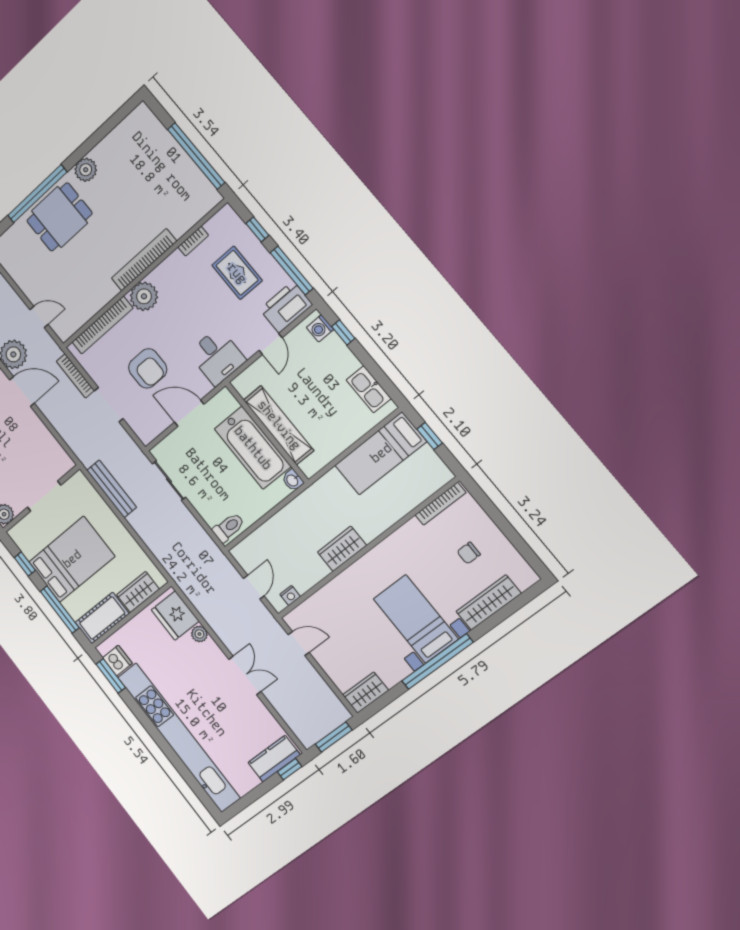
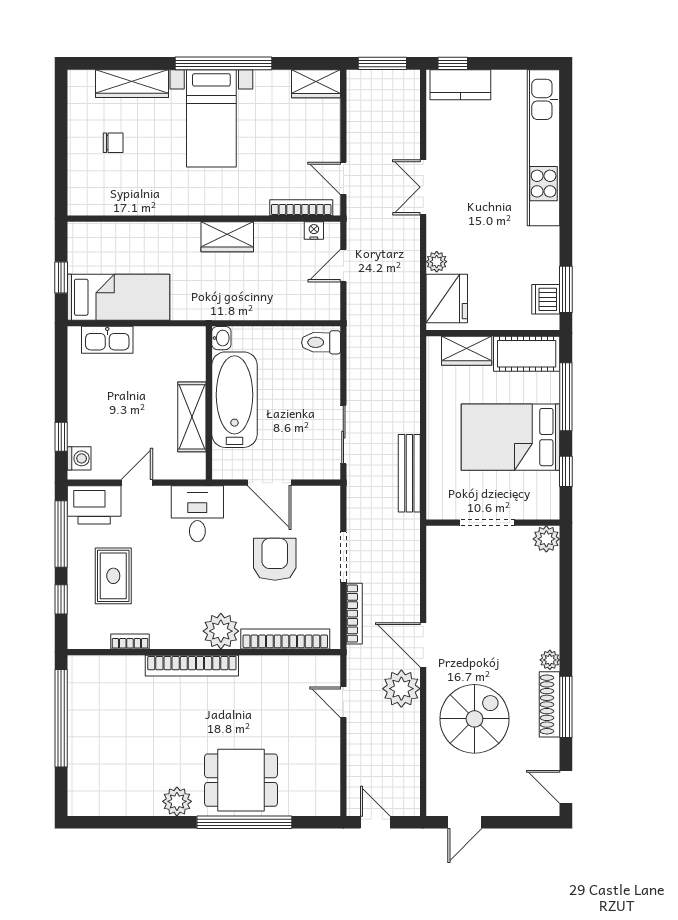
kitchen sink: (369, 389) -> (107, 340), moved, turned 90
shelving: (279, 425) -> (192, 417), width x0.68
bookcase: (441, 504) -> (301, 208), moved
kitchen unit: (178, 737) -> (544, 148), width x0.73

